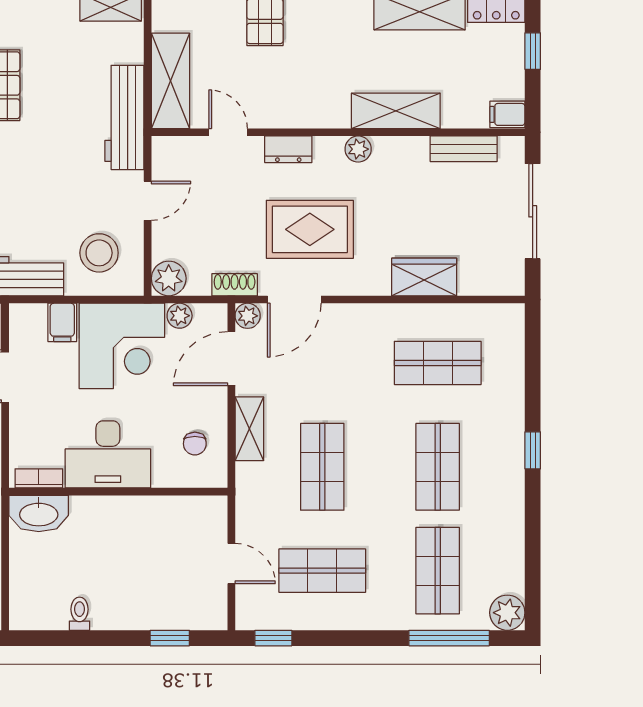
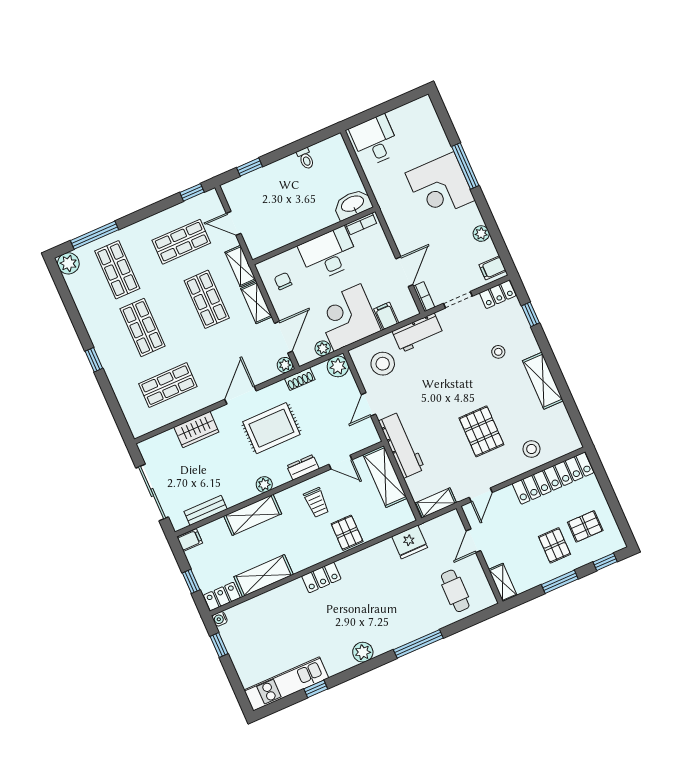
trolley: (291, 87) -> (316, 503), added
door: (294, 300) -> (241, 395), moved
shelving: (249, 495) -> (240, 266), added

